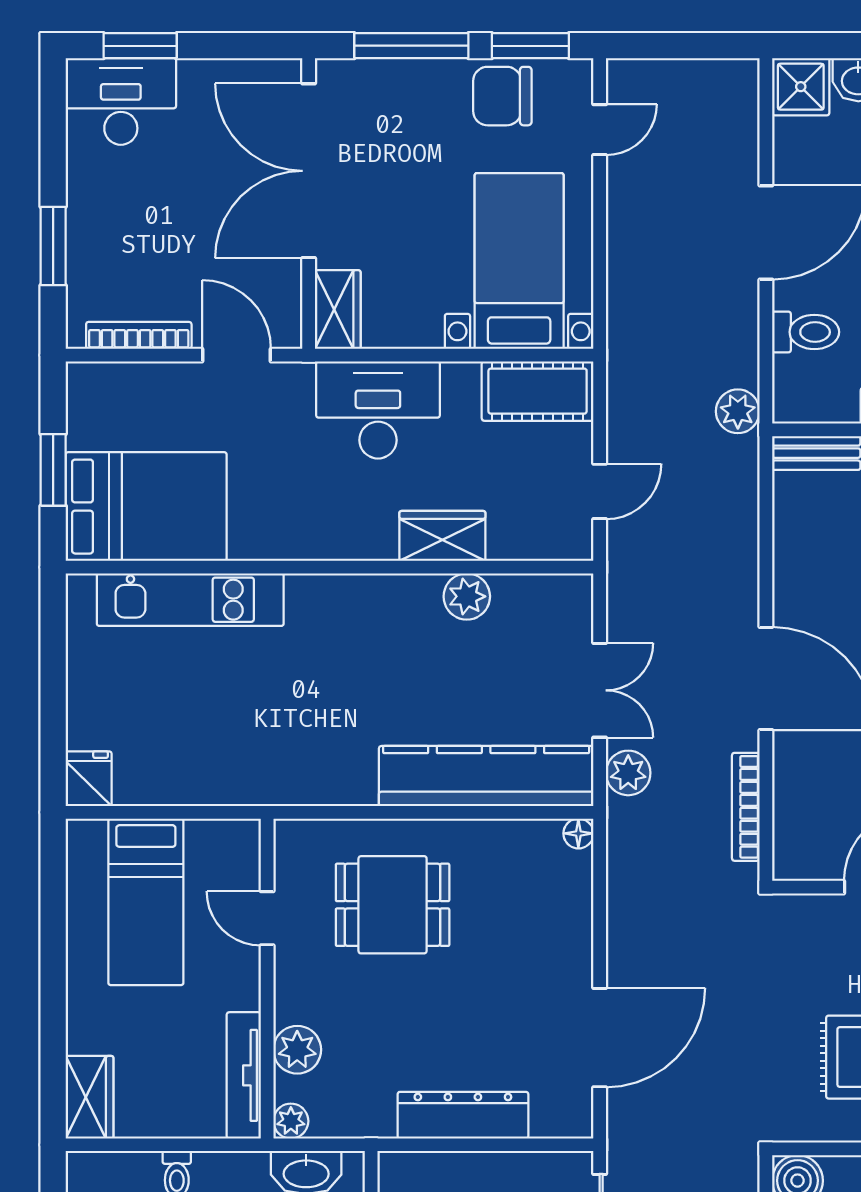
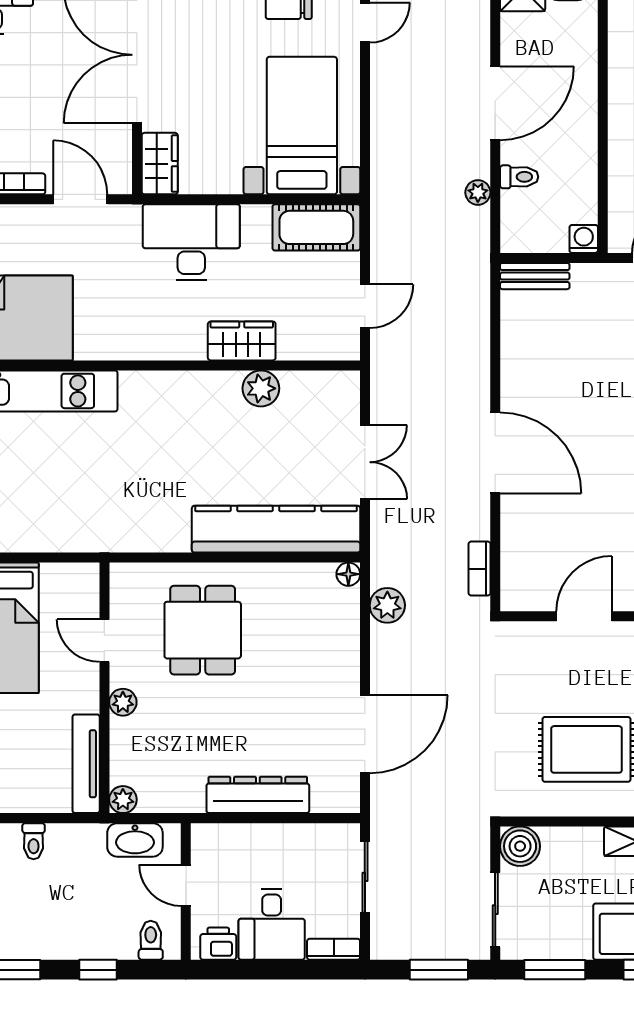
toilet: (806, 332) -> (519, 177), width x0.73, depth x0.72
plant: (738, 411) -> (478, 193), moved, width x0.73, depth x0.73
plant: (628, 773) -> (387, 605), moved
bookcase: (746, 807) -> (480, 569), width x0.64
dining table: (393, 905) -> (203, 630), turned 90
plant: (297, 1050) -> (123, 702), moved, width x0.73, depth x0.73

